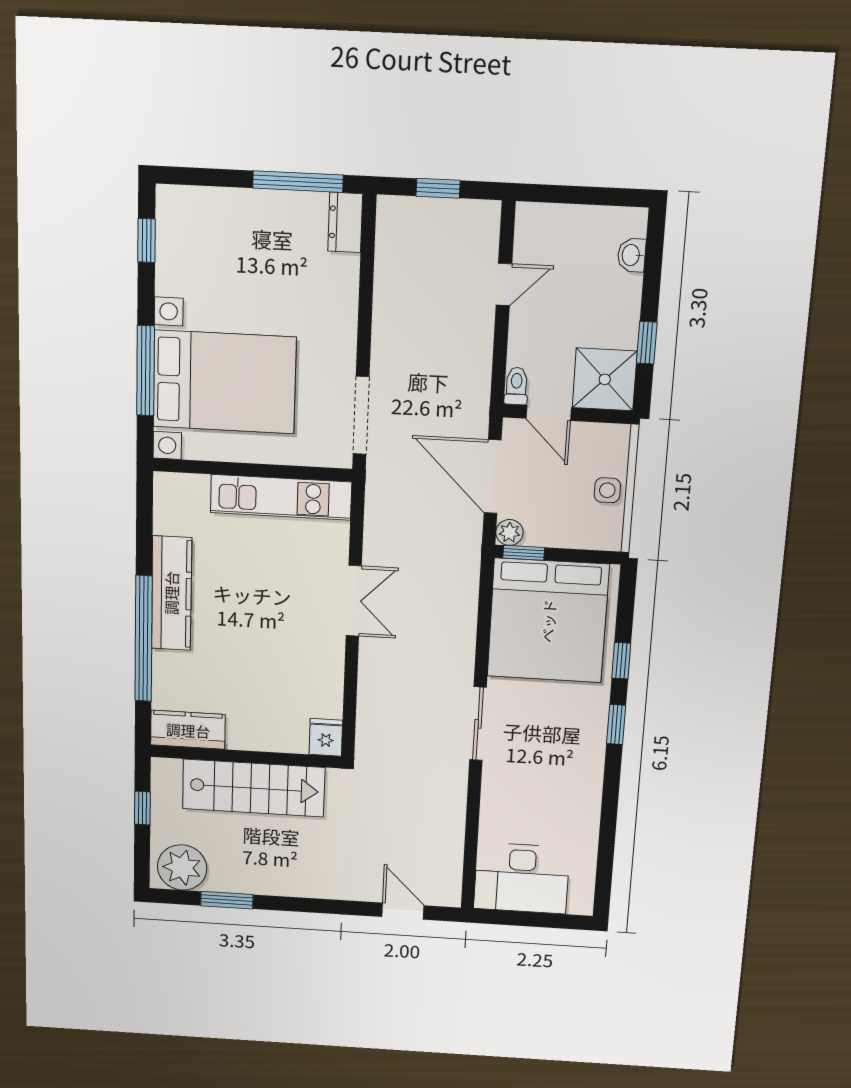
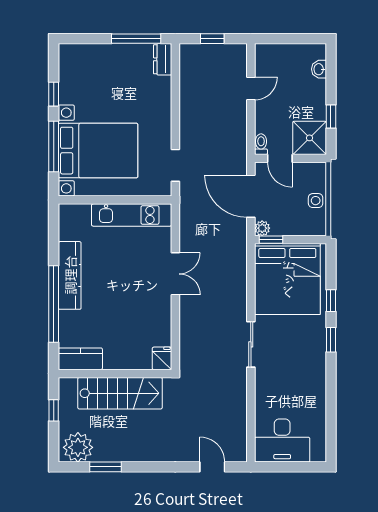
window: (146, 240) -> (54, 94), moved
doorway: (361, 415) -> (175, 165), width x0.73

